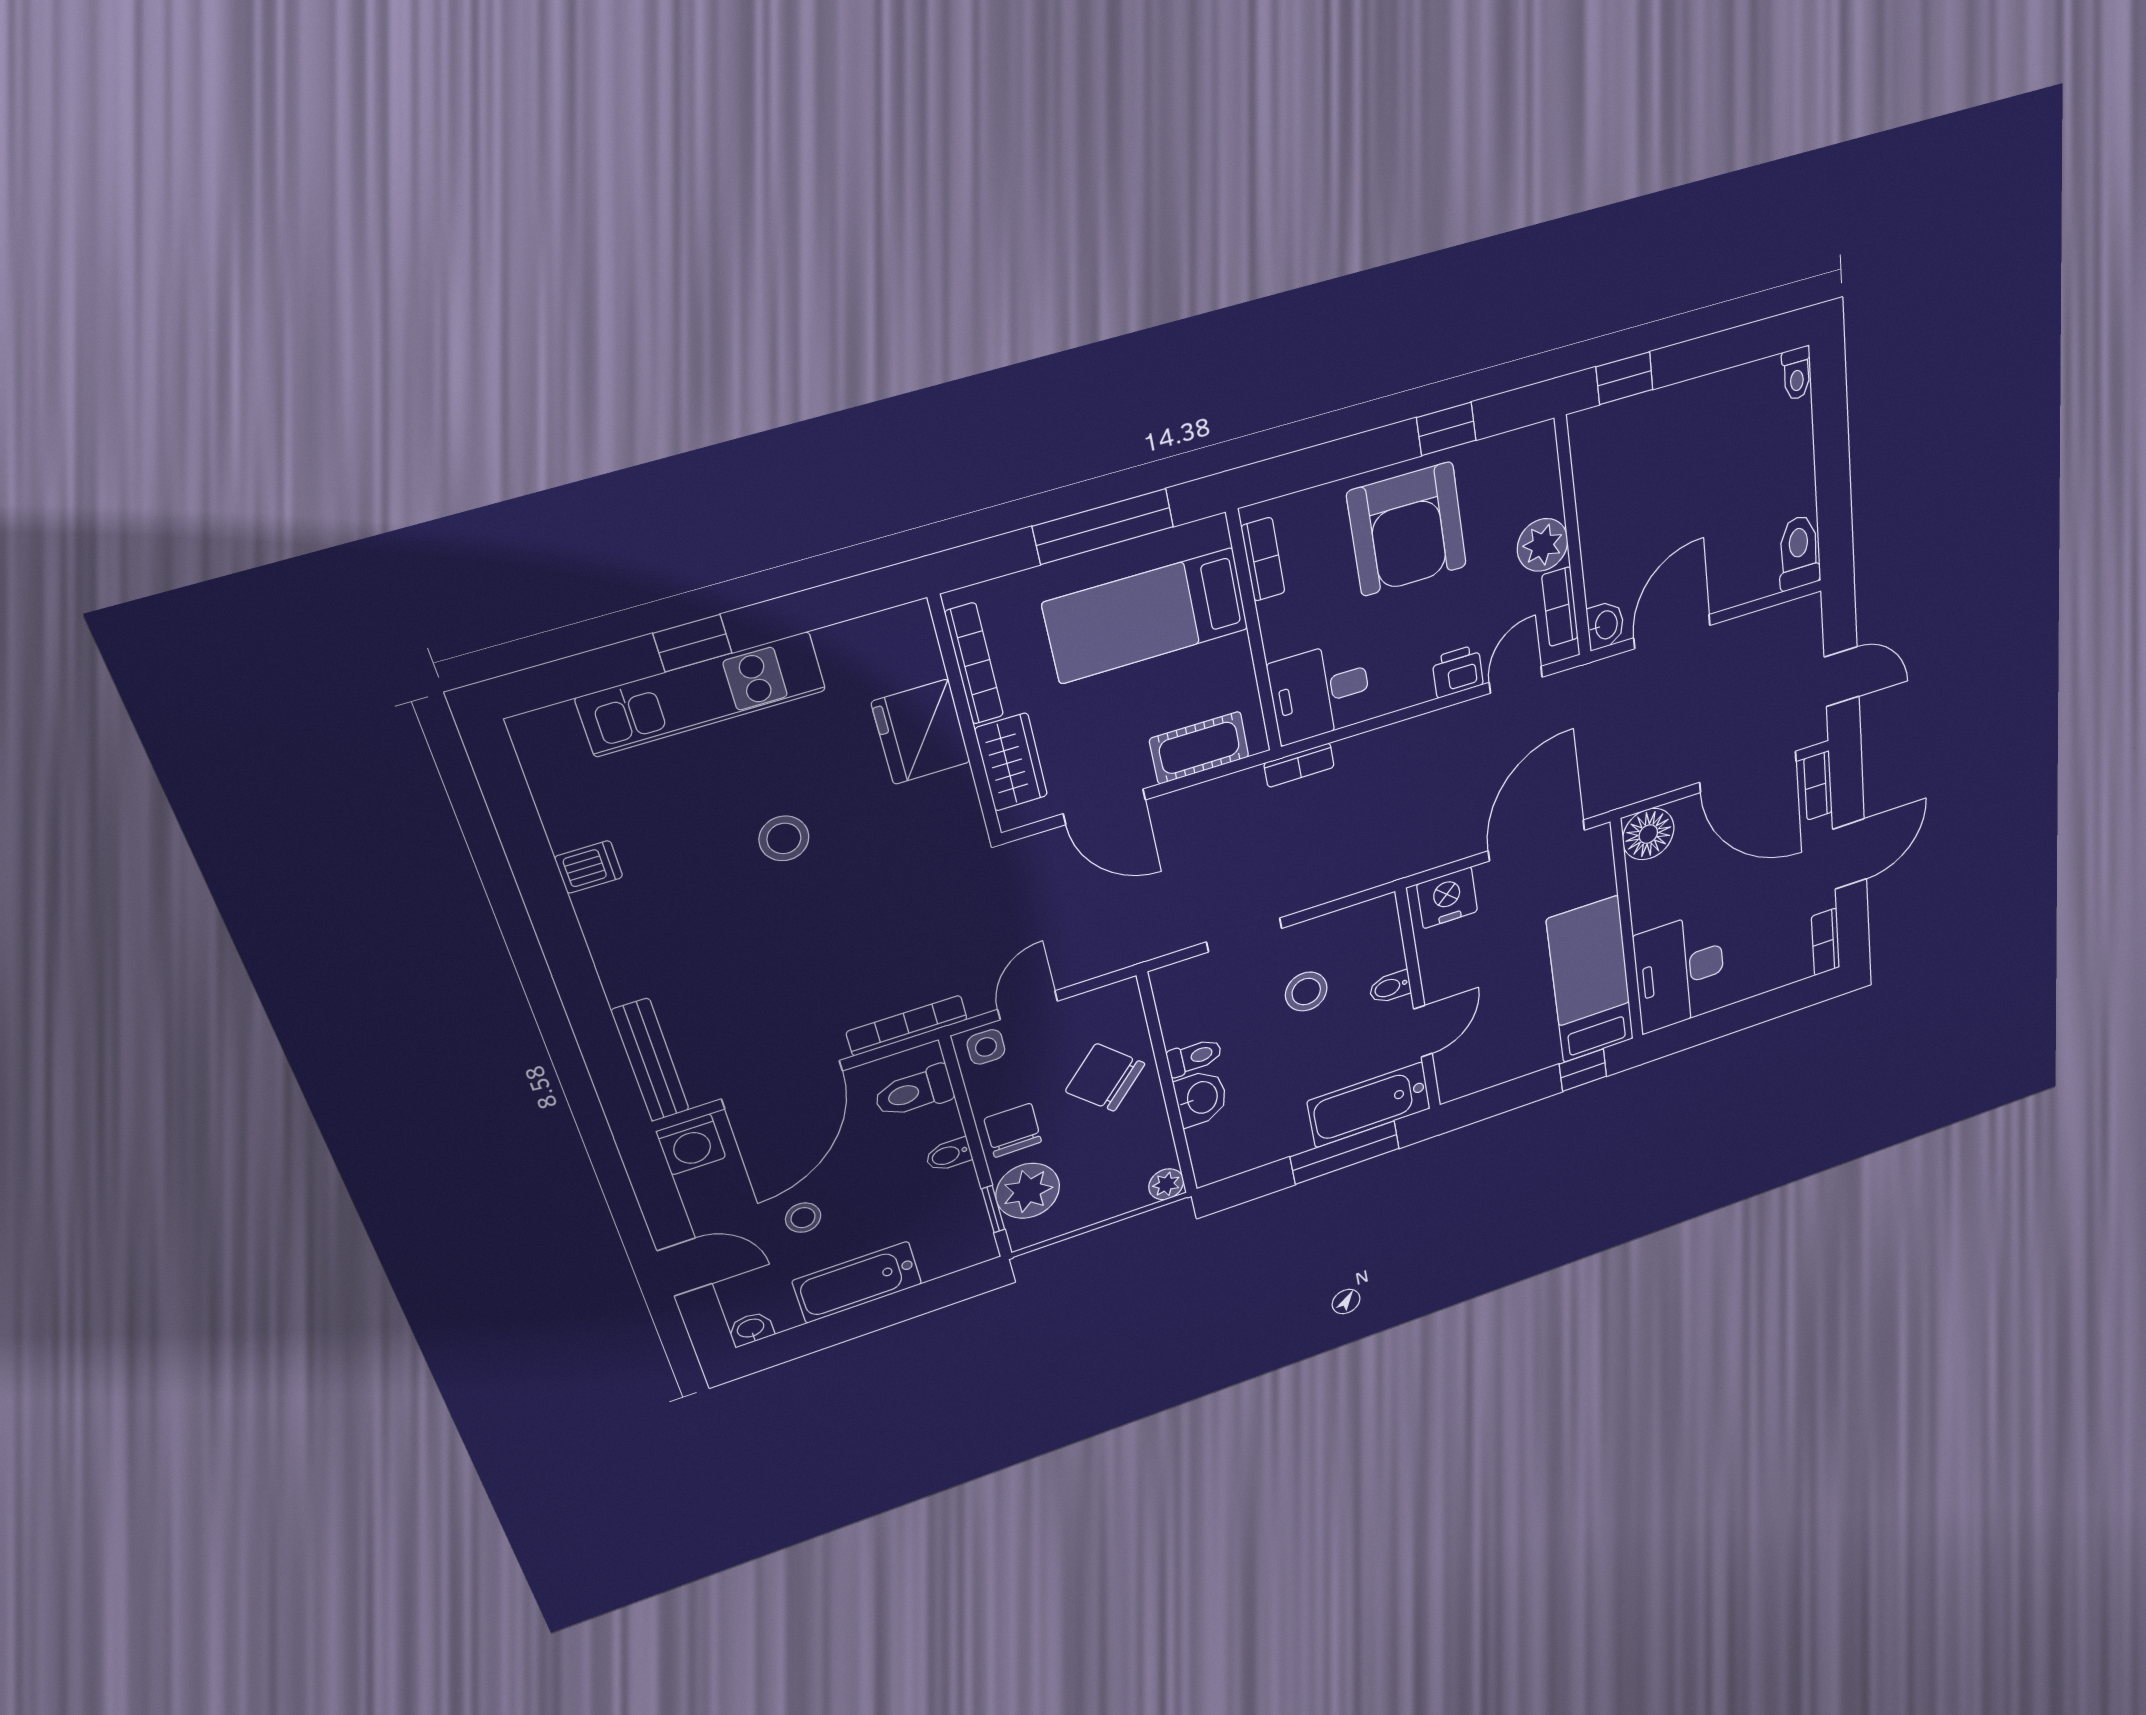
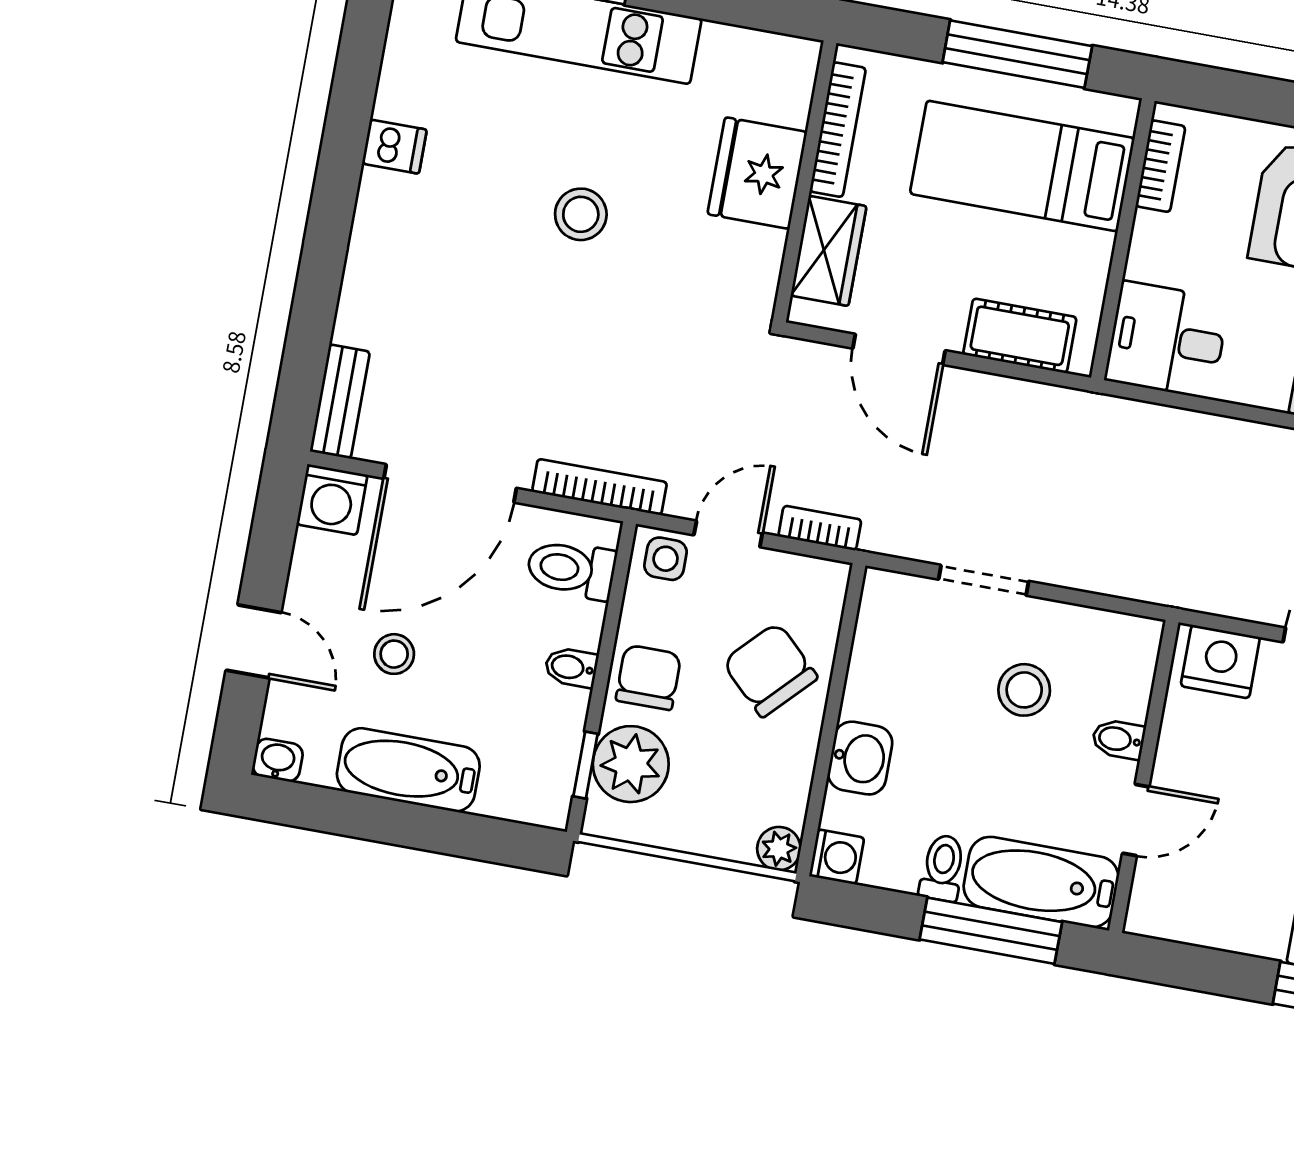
bookcase: (1299, 765) -> (820, 528), moved, turned 180
toilet: (1194, 1057) -> (942, 868), moved, turned -90
bench: (650, 1060) -> (340, 401), width x0.73
washing machine: (1212, 1167) -> (837, 857), added

